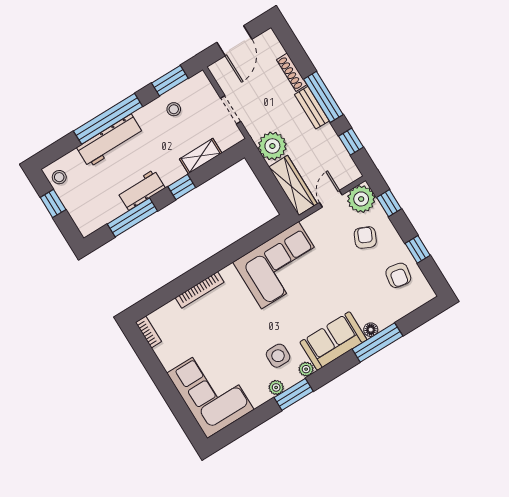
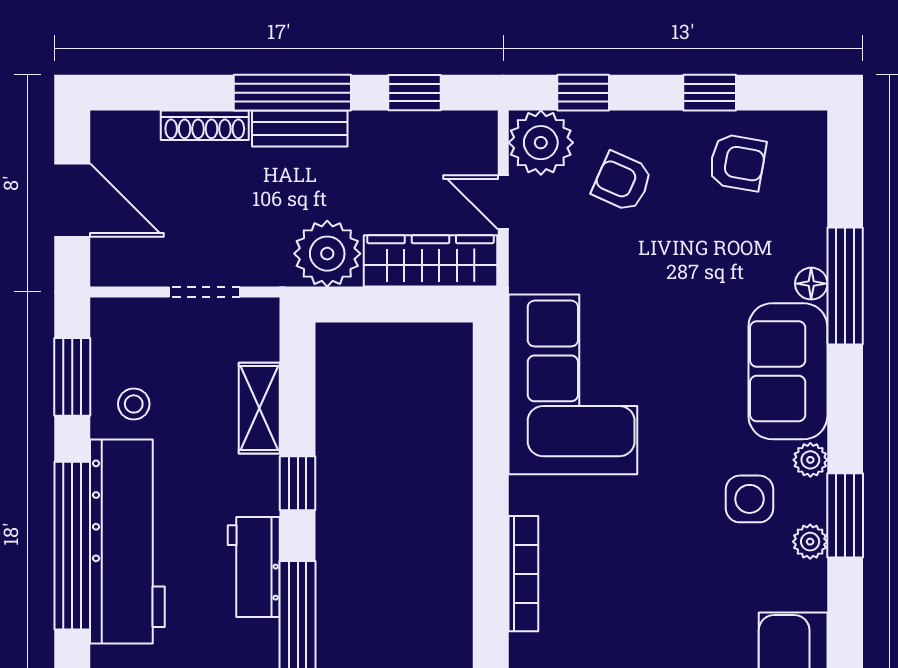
workbench: (110, 141) -> (127, 541), width x1.36, depth x1.32

